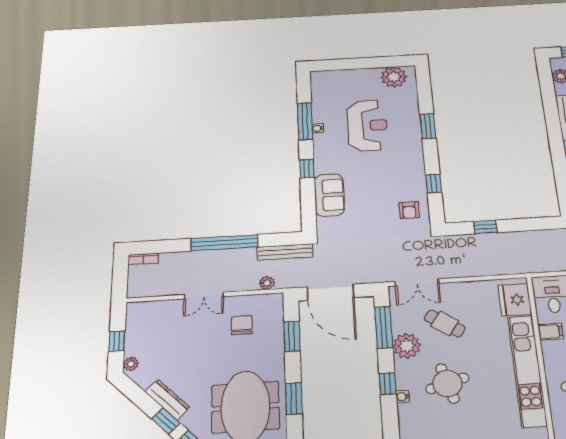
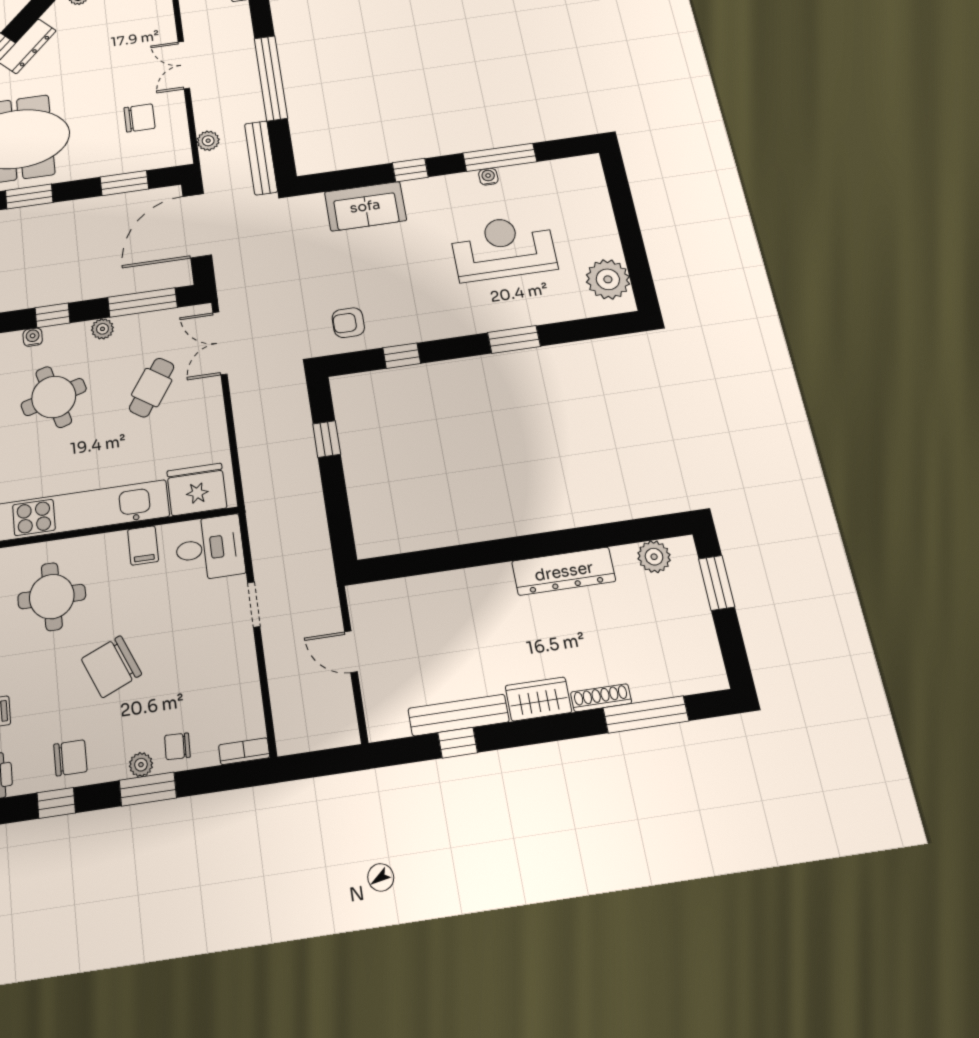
reception desk: (367, 125) -> (503, 248), turned 180
plant: (407, 346) -> (102, 329), width x0.53, depth x0.53

